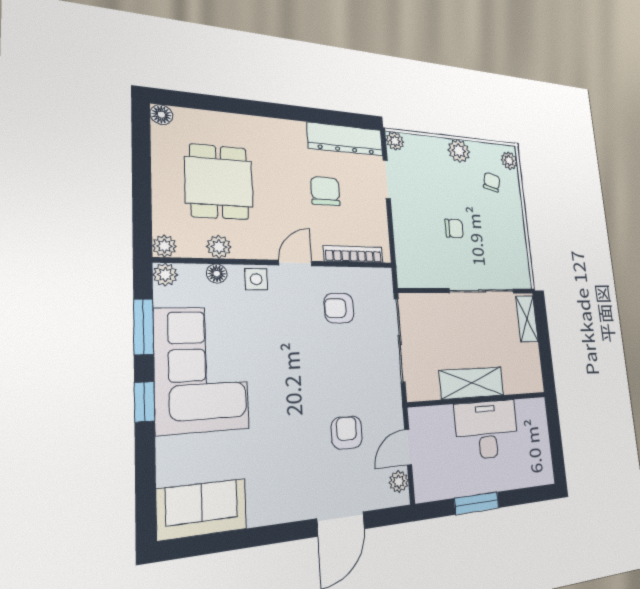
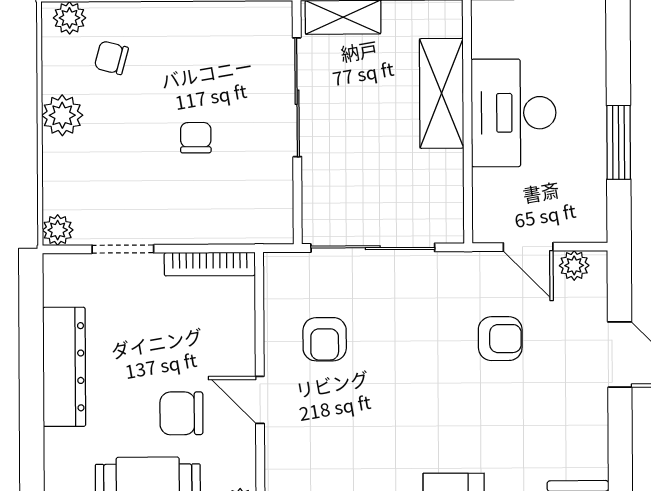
dresser: (345, 139) -> (64, 367), moved
chair: (325, 191) -> (181, 413), moved
bookcase: (353, 254) -> (210, 264), moved, turned -90
side table: (256, 279) -> (284, 456), removed
shelving: (472, 383) -> (442, 93), moved
armchair: (347, 433) -> (500, 339), turned 180

